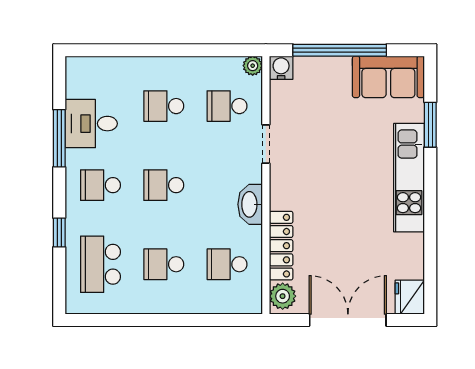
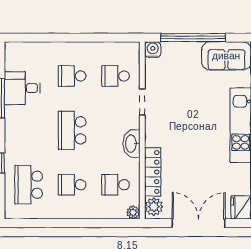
plant: (253, 66) -> (133, 212), moved
school desk: (100, 185) -> (29, 130), removed
school desk: (164, 185) -> (72, 130), width x1.85

